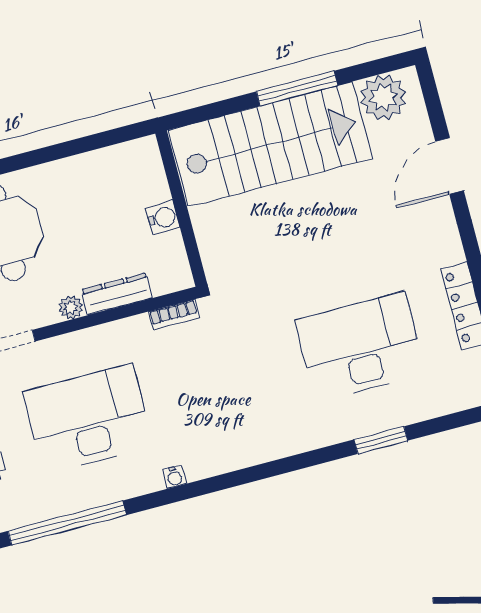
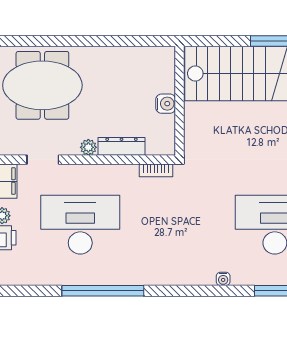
water cooler: (174, 477) -> (223, 279), moved
window: (67, 523) -> (103, 291), moved

